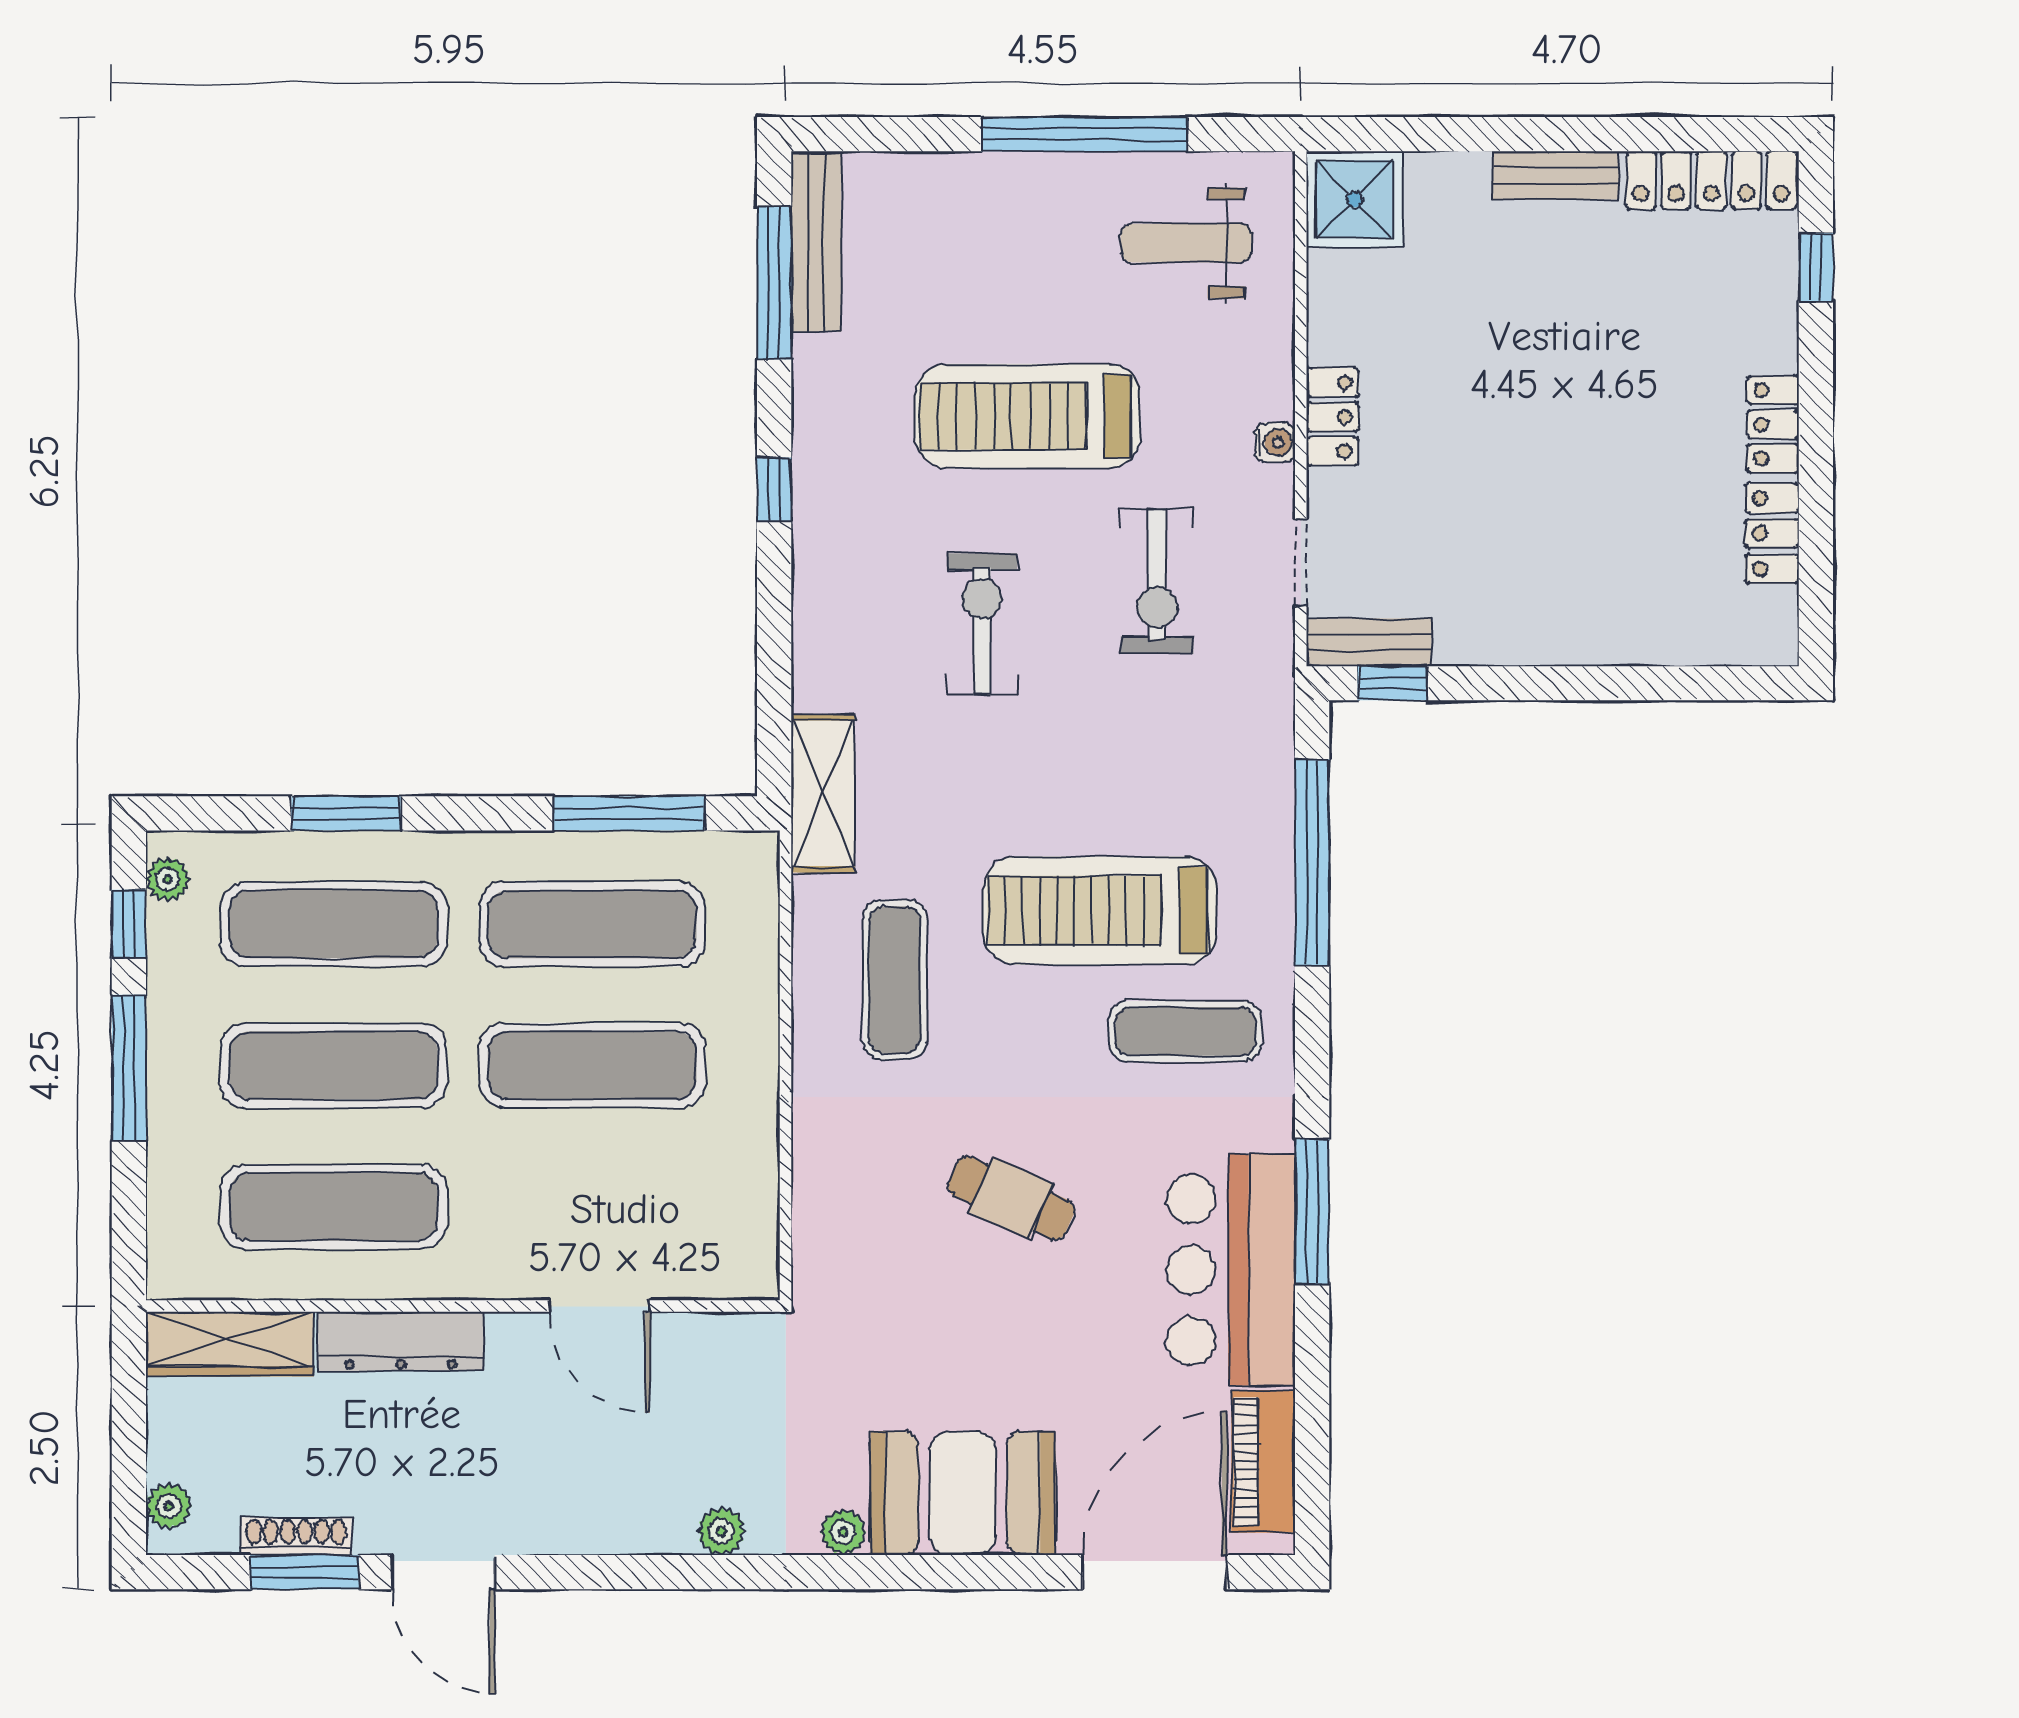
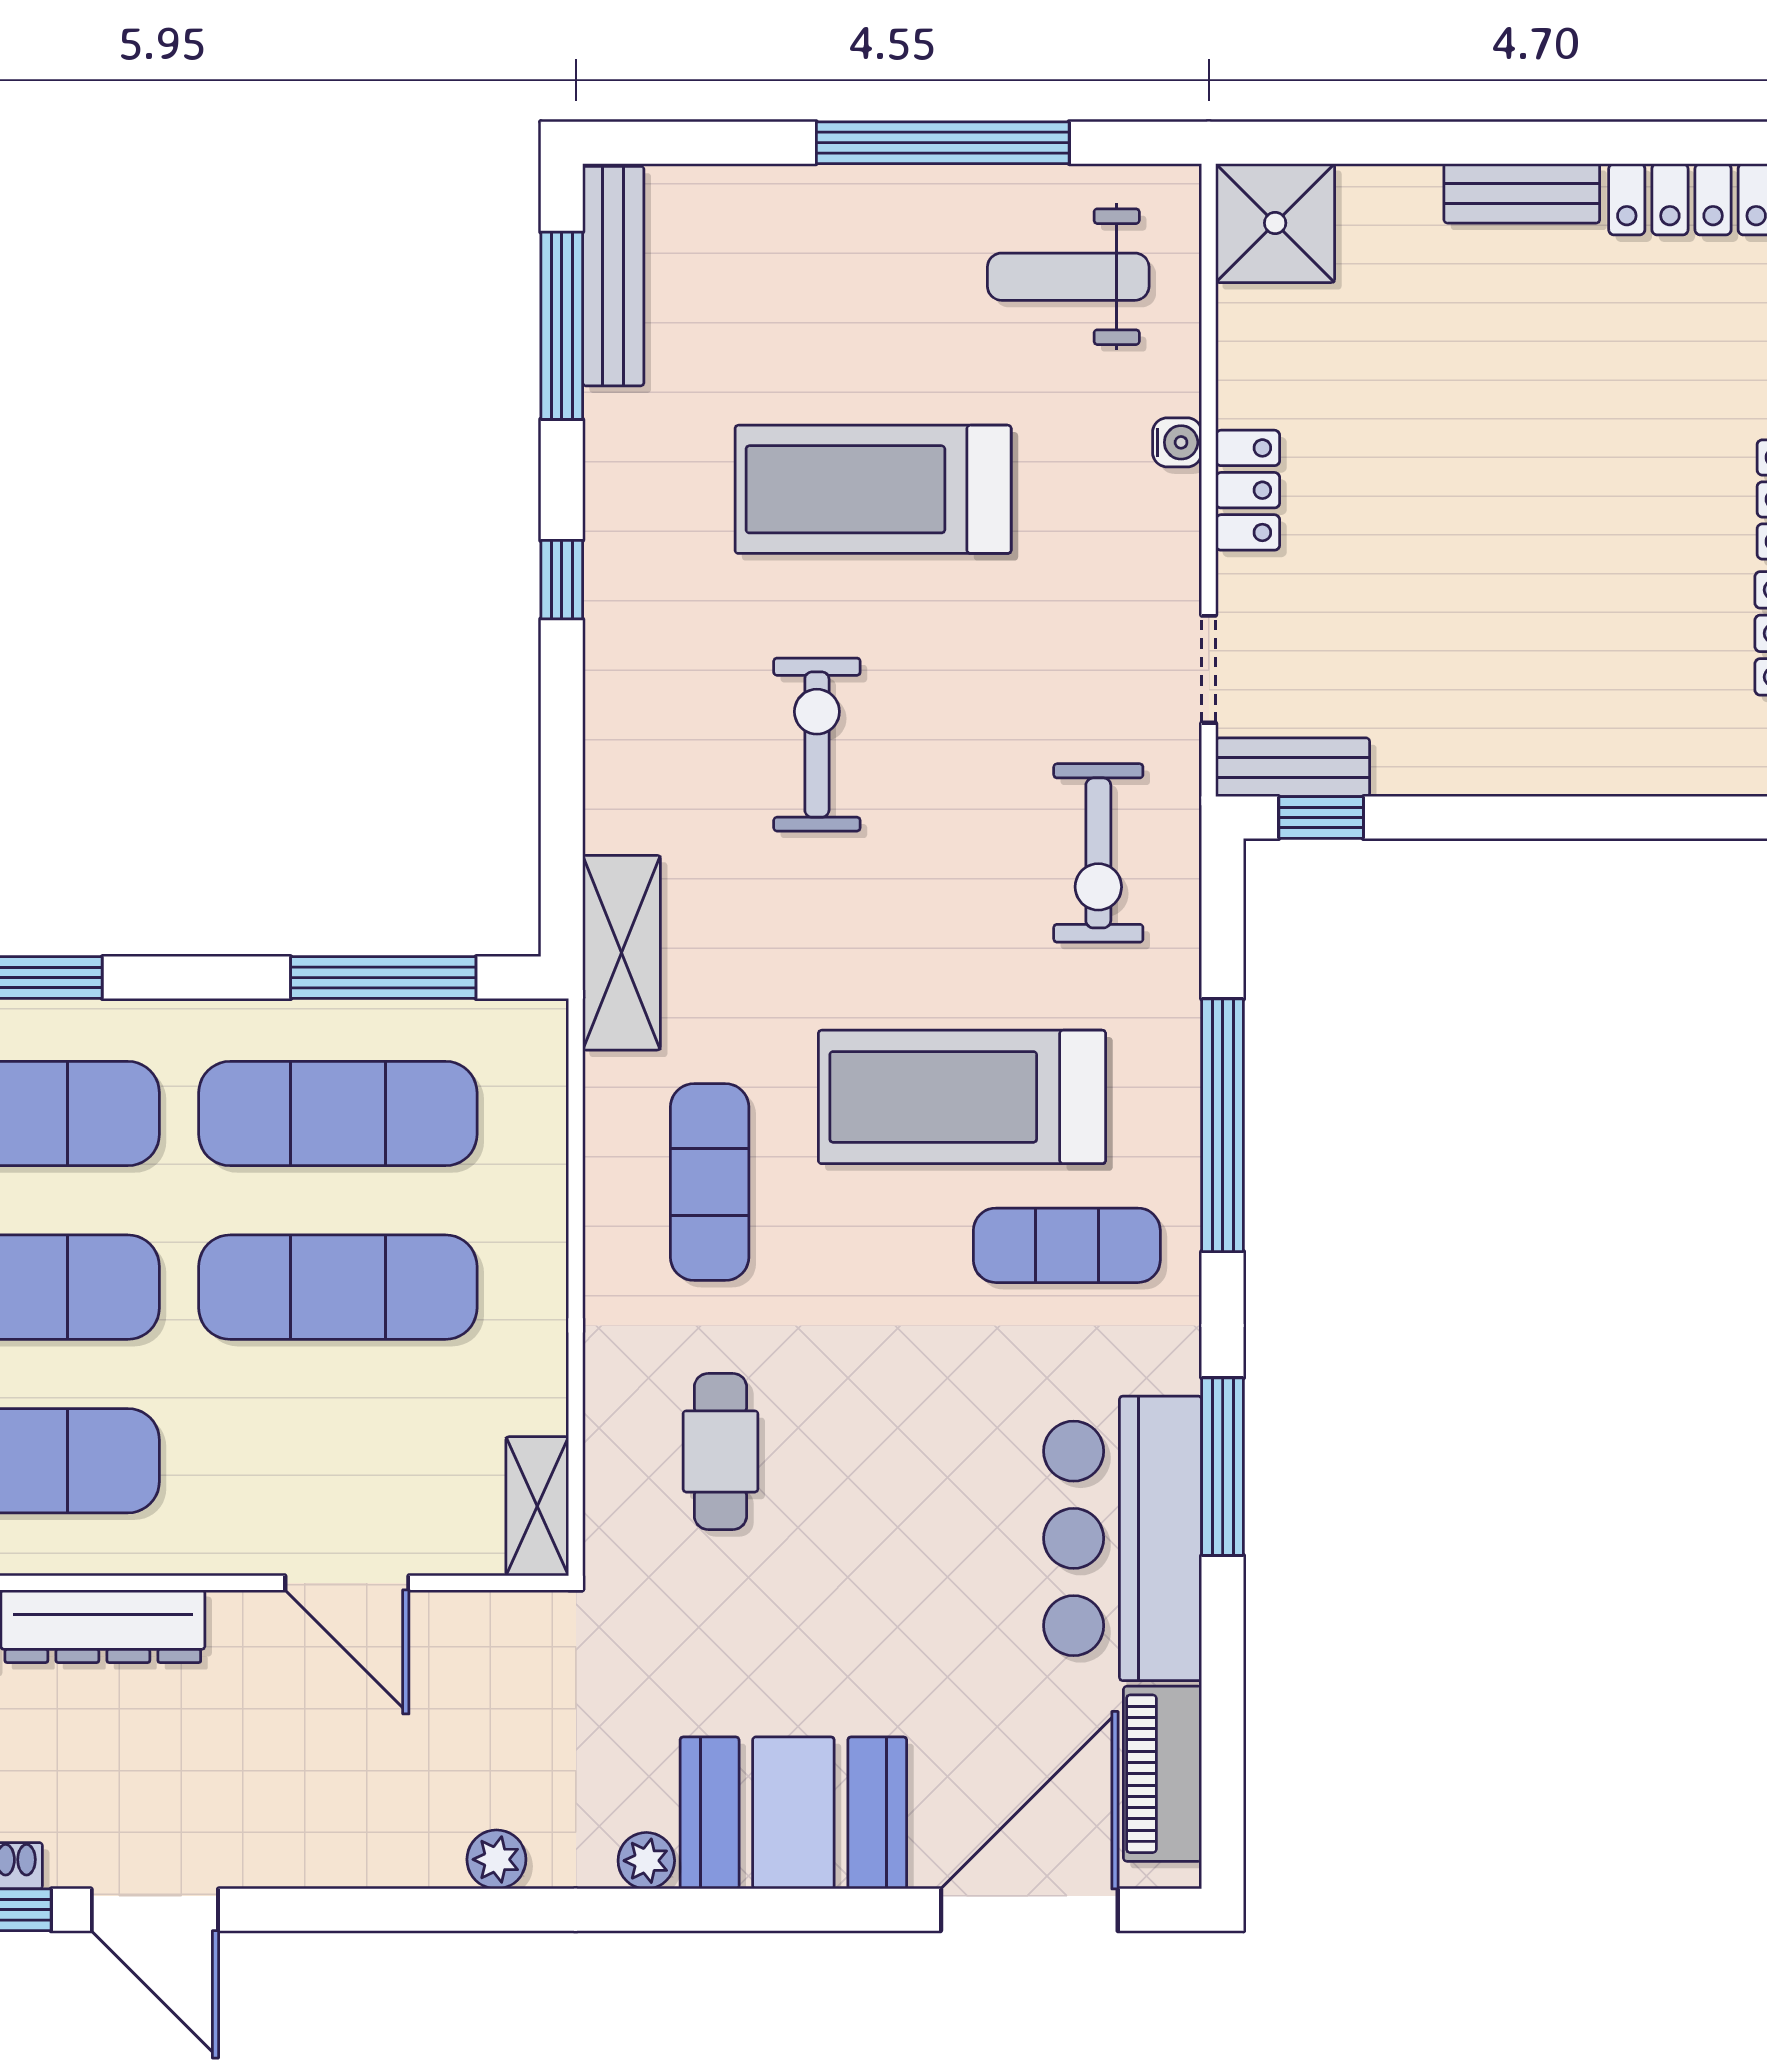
water cooler: (1275, 442) -> (1177, 442), moved
exercise bike: (1157, 581) -> (1098, 853), moved
window: (1312, 862) -> (1223, 1125), moved
cafe table: (1011, 1198) -> (720, 1451), moved, turned 66
shelving: (754, 1244) -> (537, 1506), added

